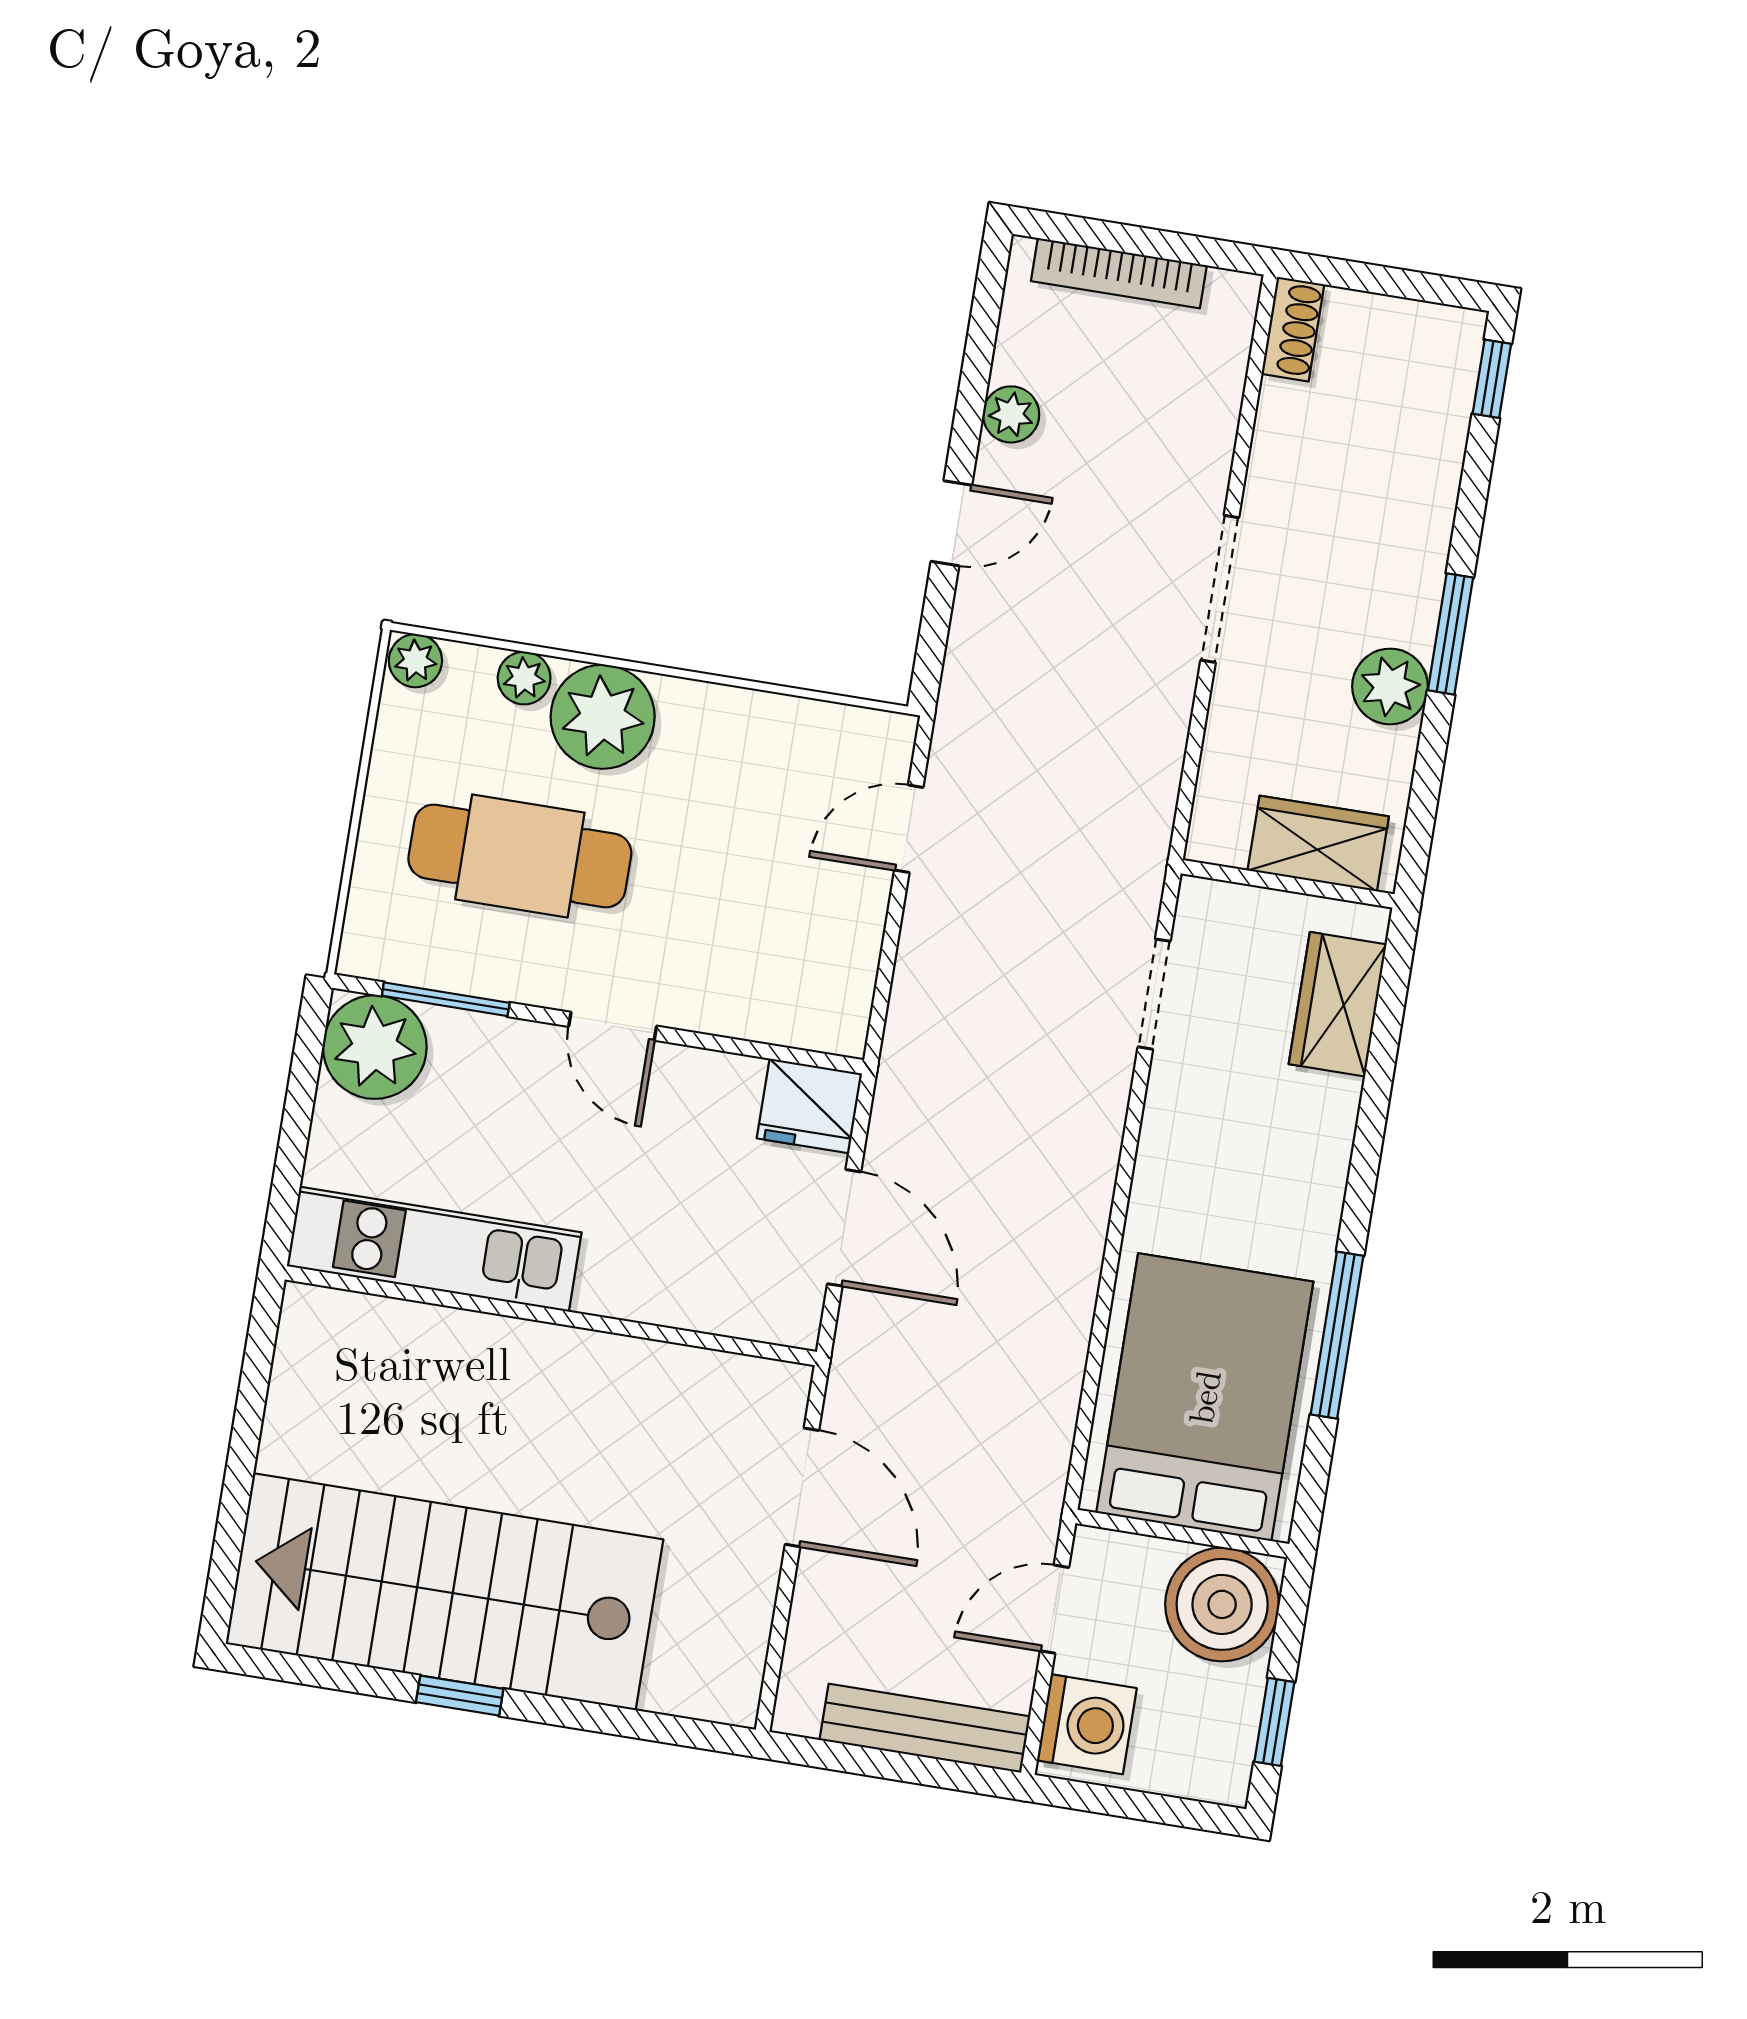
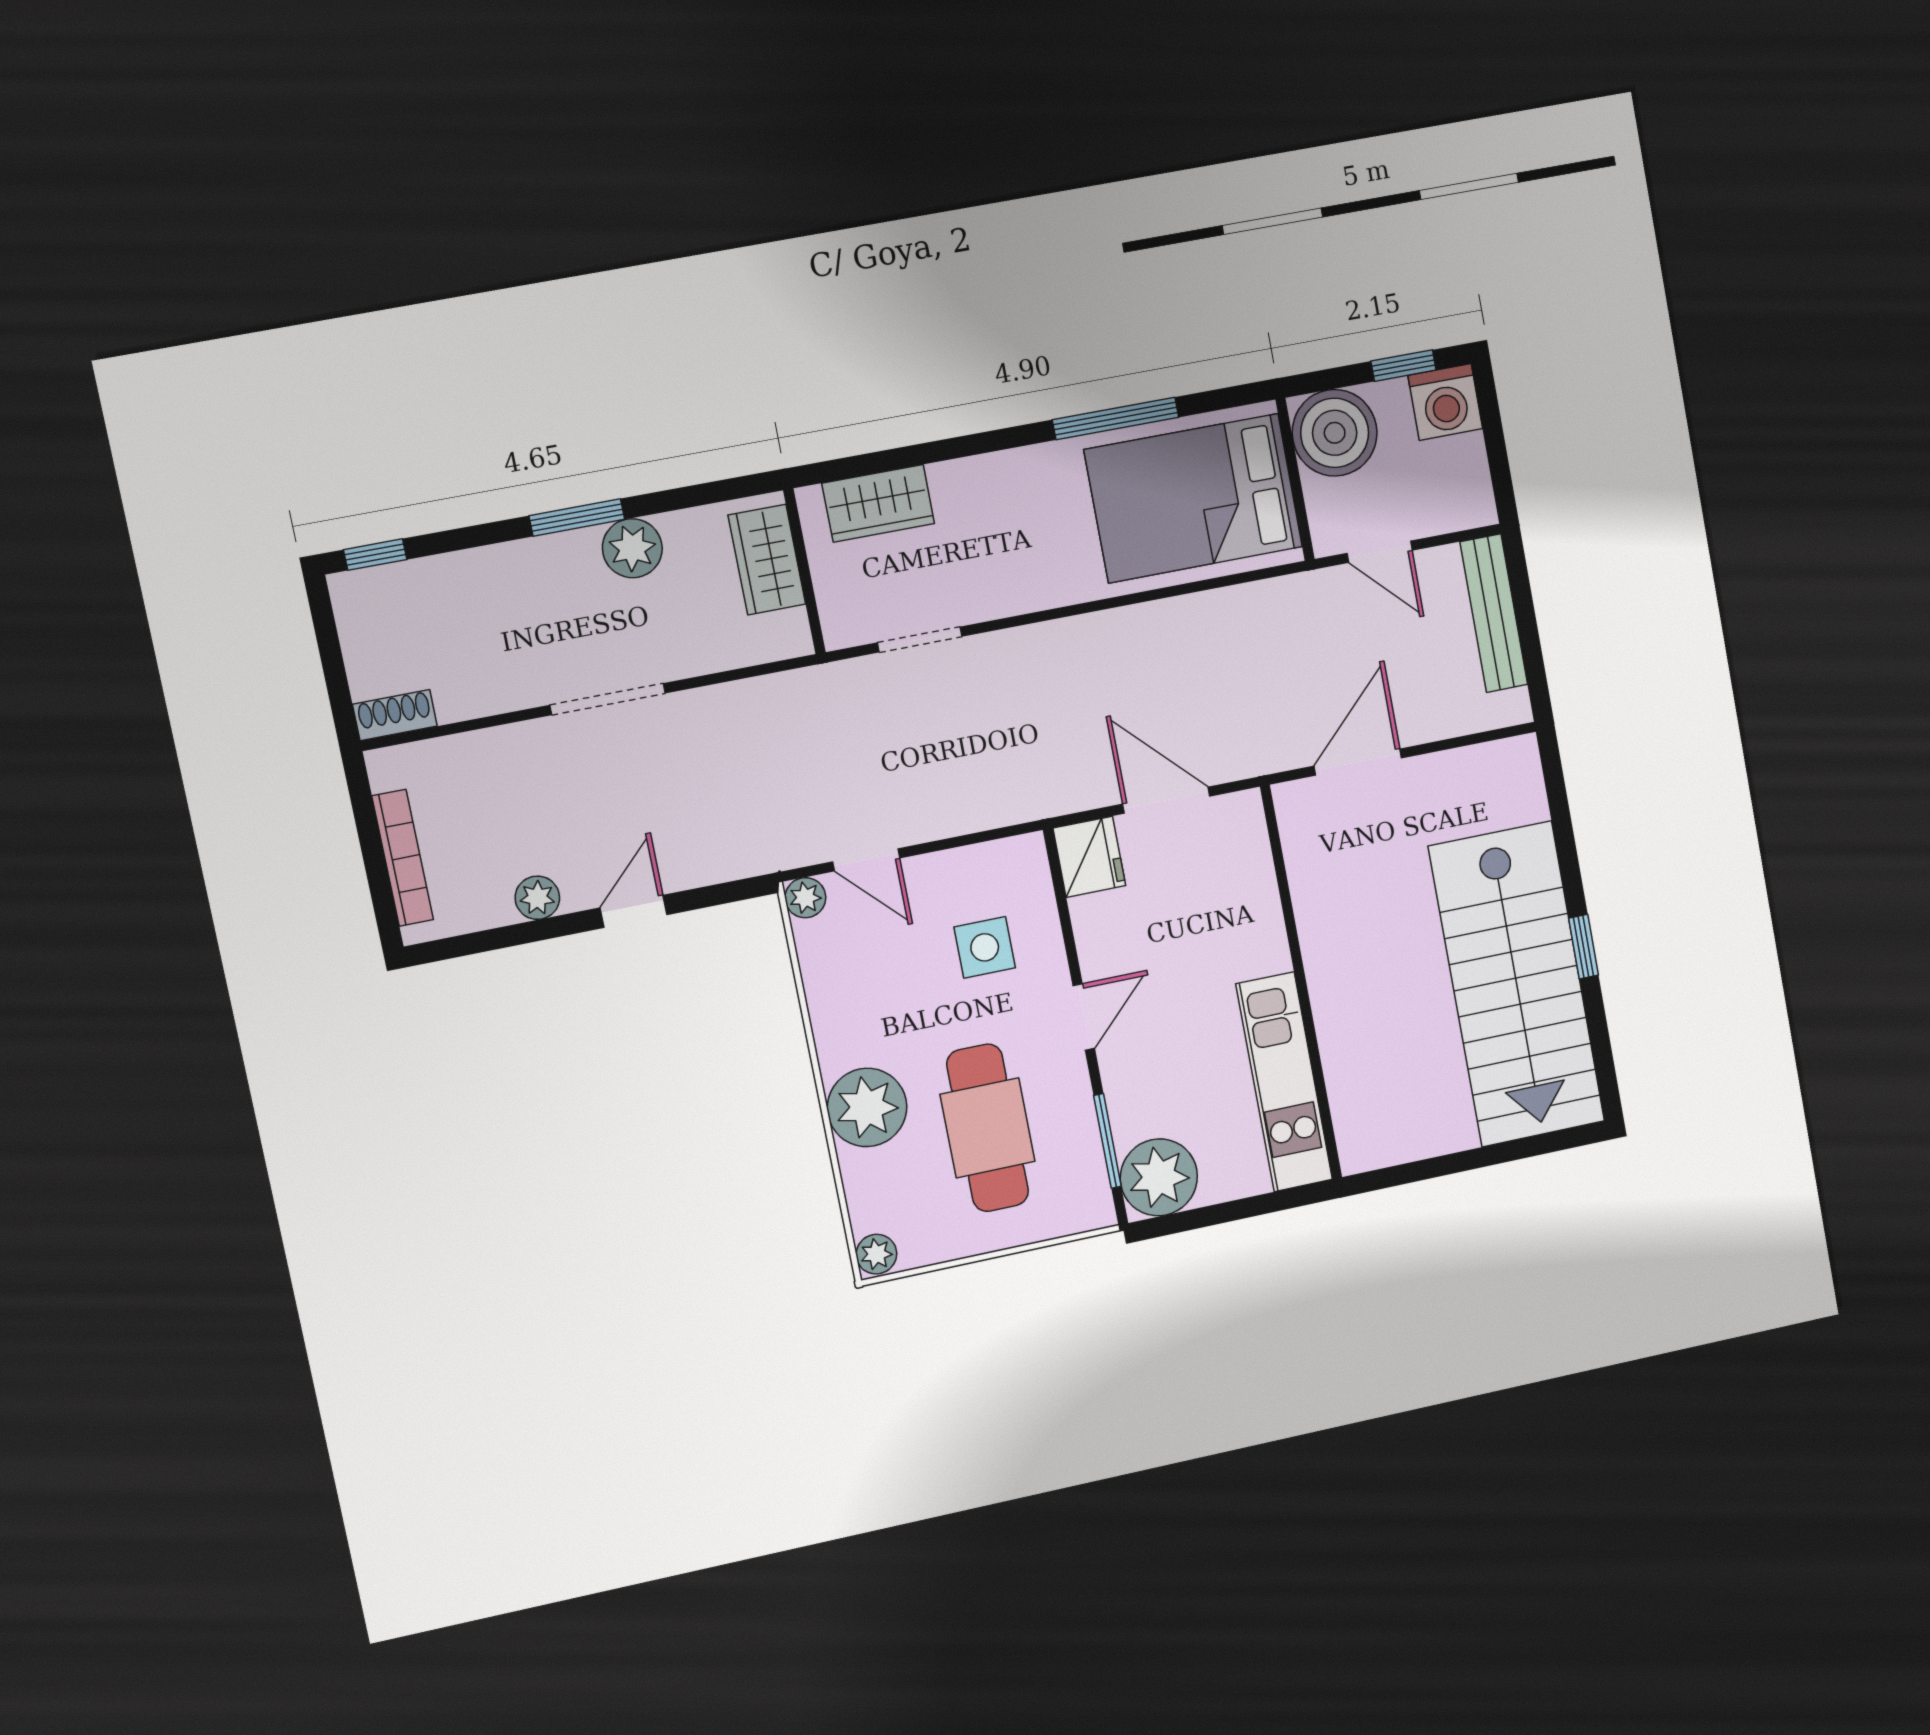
door: (951, 523) -> (634, 911), hinge flipped
plant: (524, 678) -> (805, 898), moved
side table: (746, 935) -> (985, 947), added
door: (844, 1228) -> (1166, 800), hinge flipped
washing machine: (1087, 1724) -> (1445, 402), moved, turned 180

